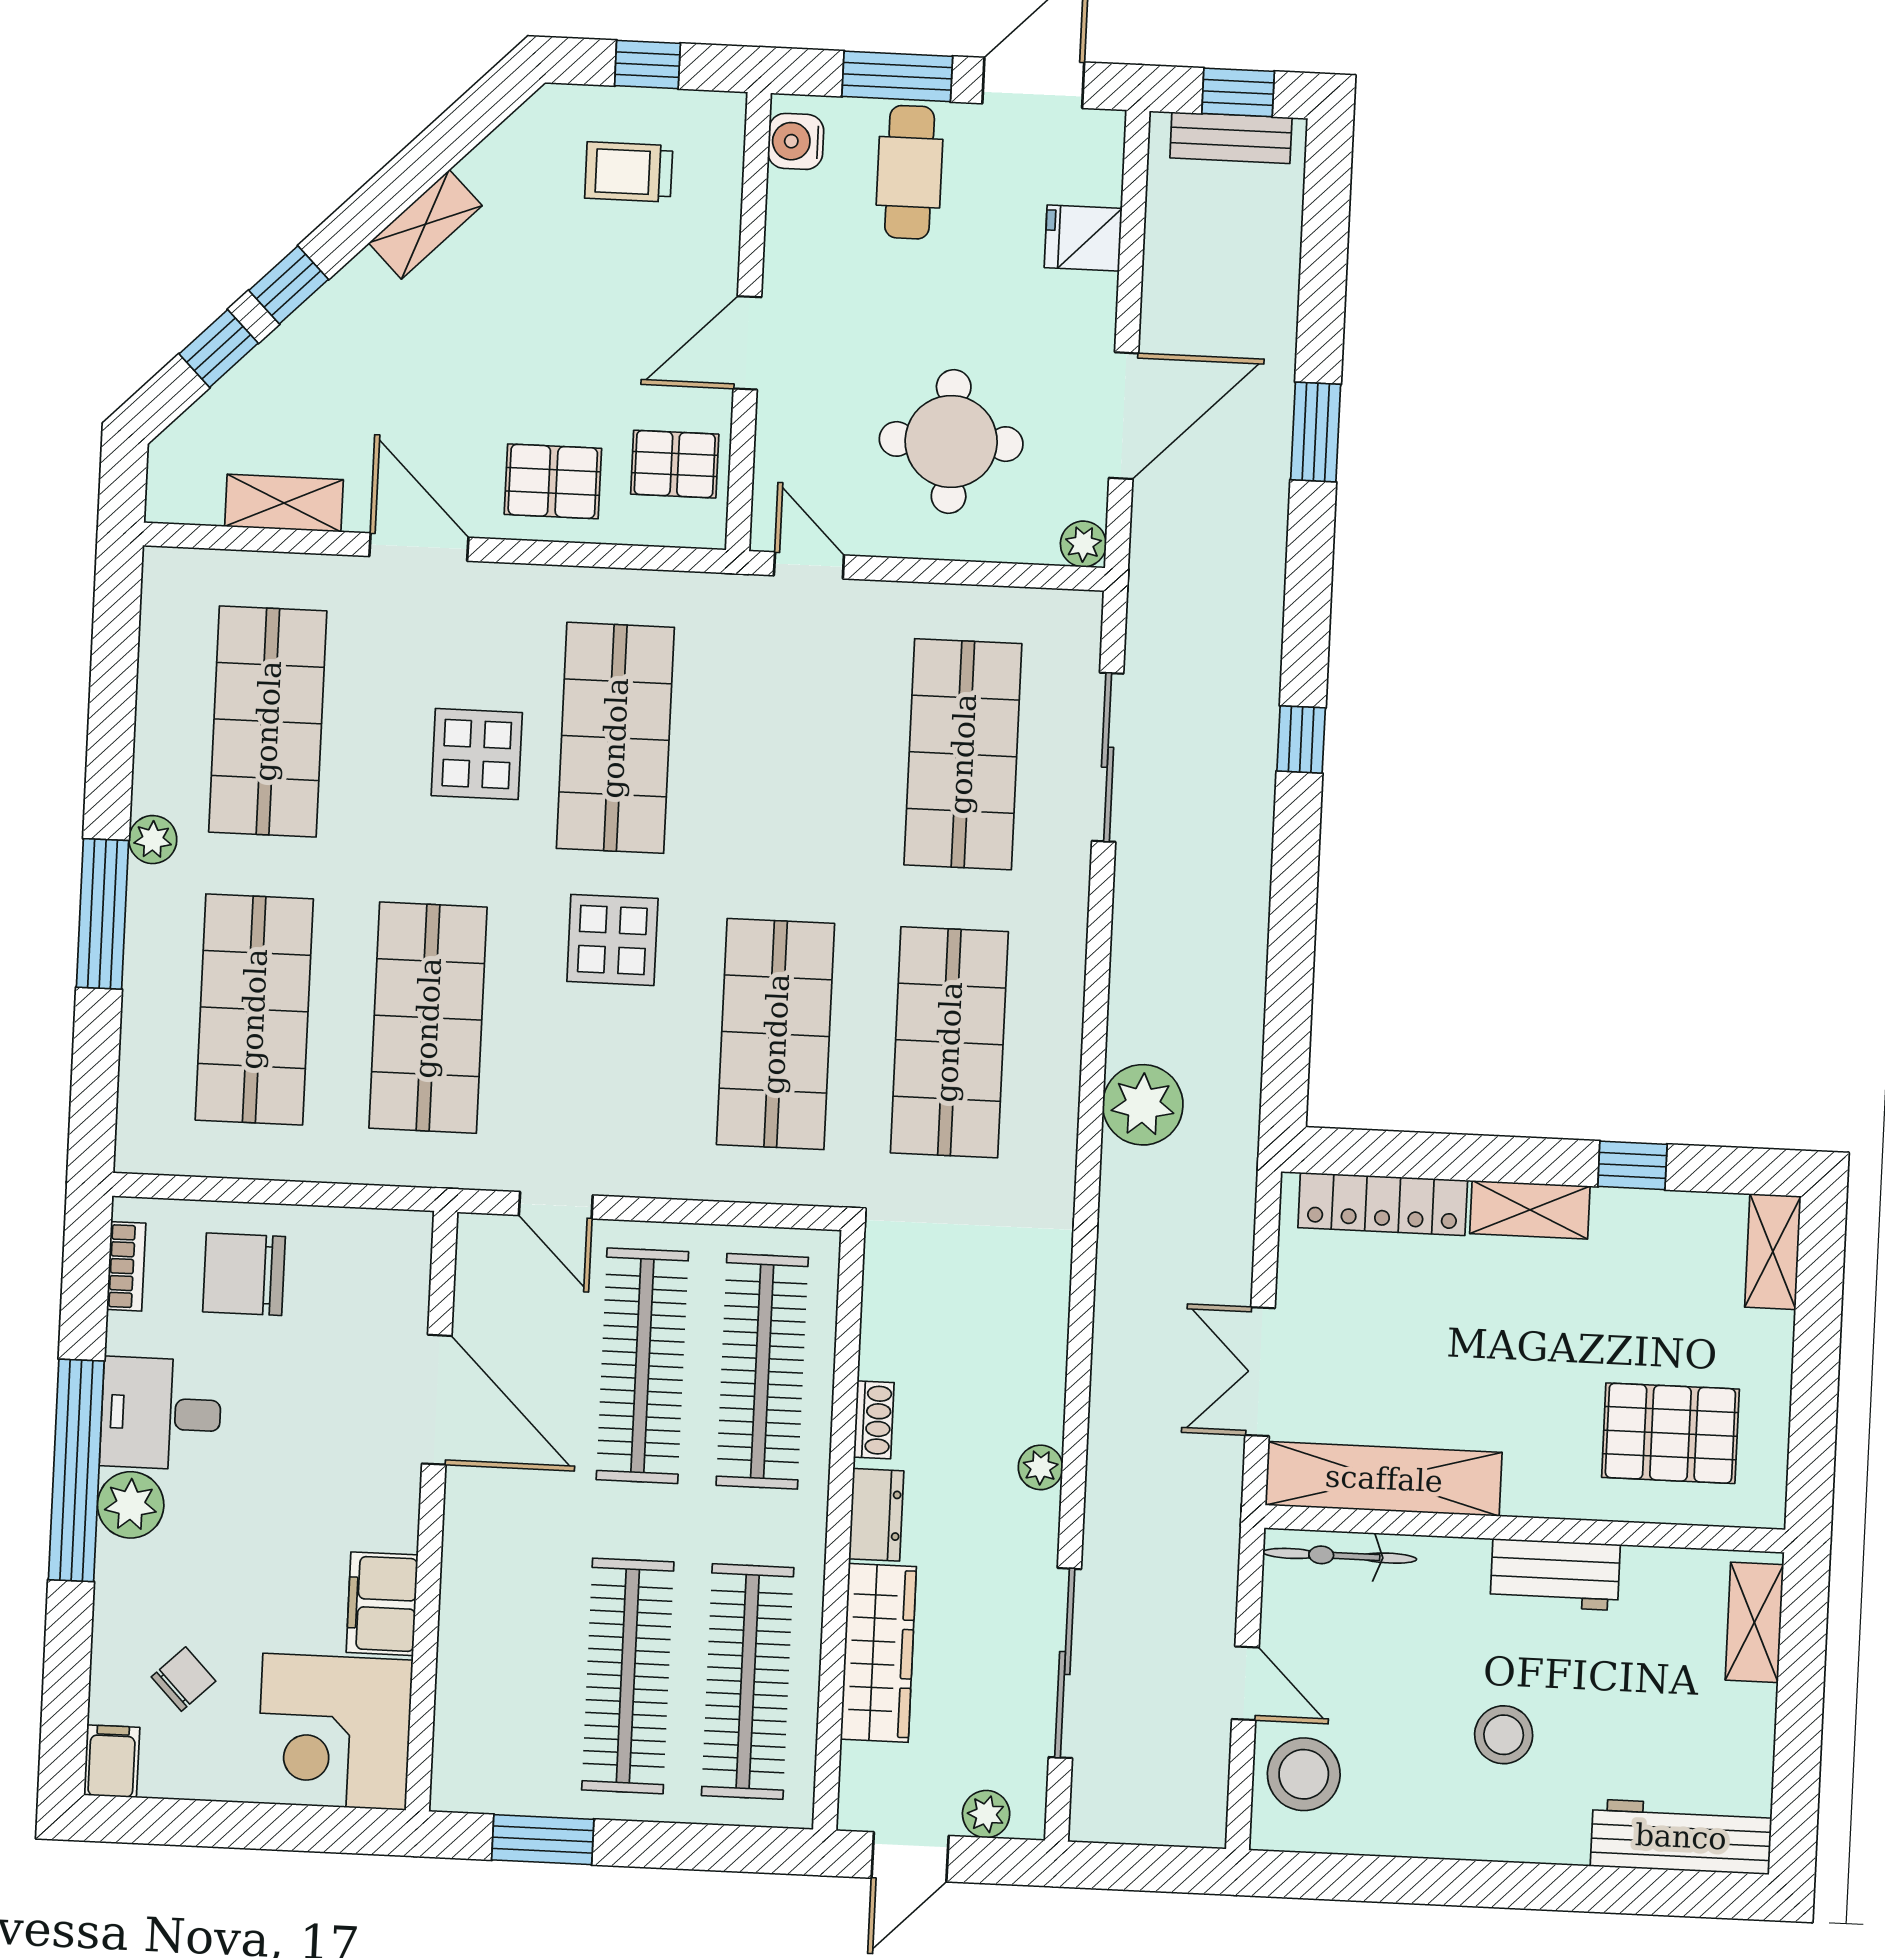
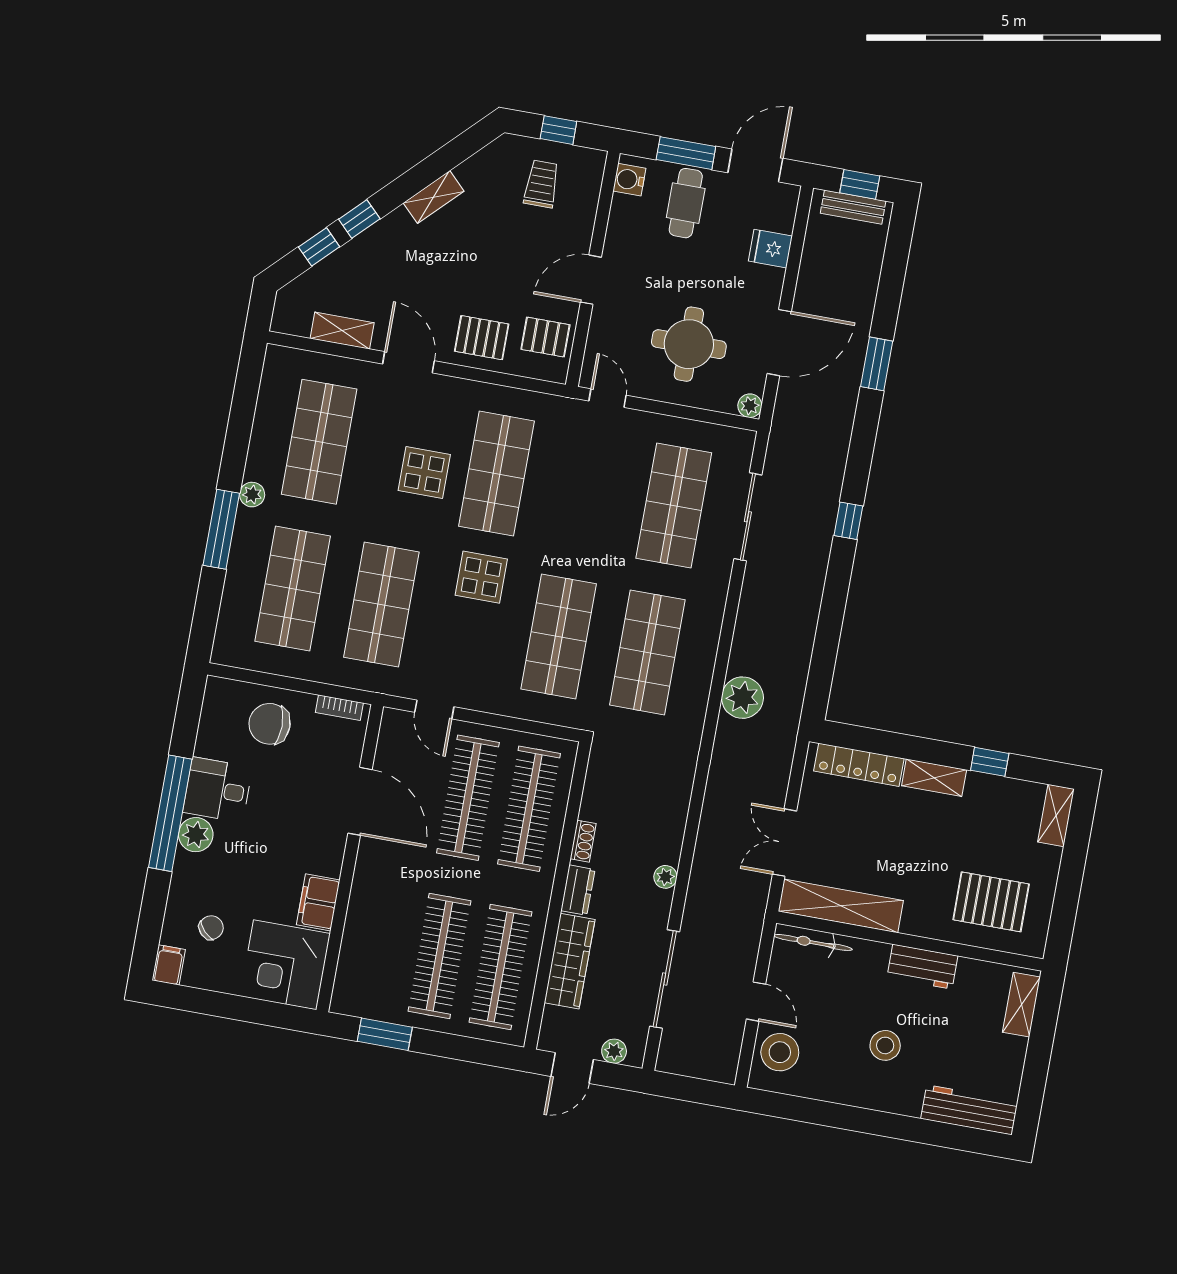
trolley: (629, 172) -> (542, 184), turned 90
bookcase: (126, 1266) -> (339, 708), moved, turned 90

